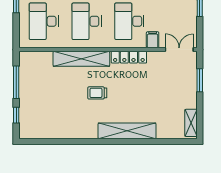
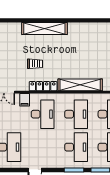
trolley: (97, 93) -> (35, 64), moved

